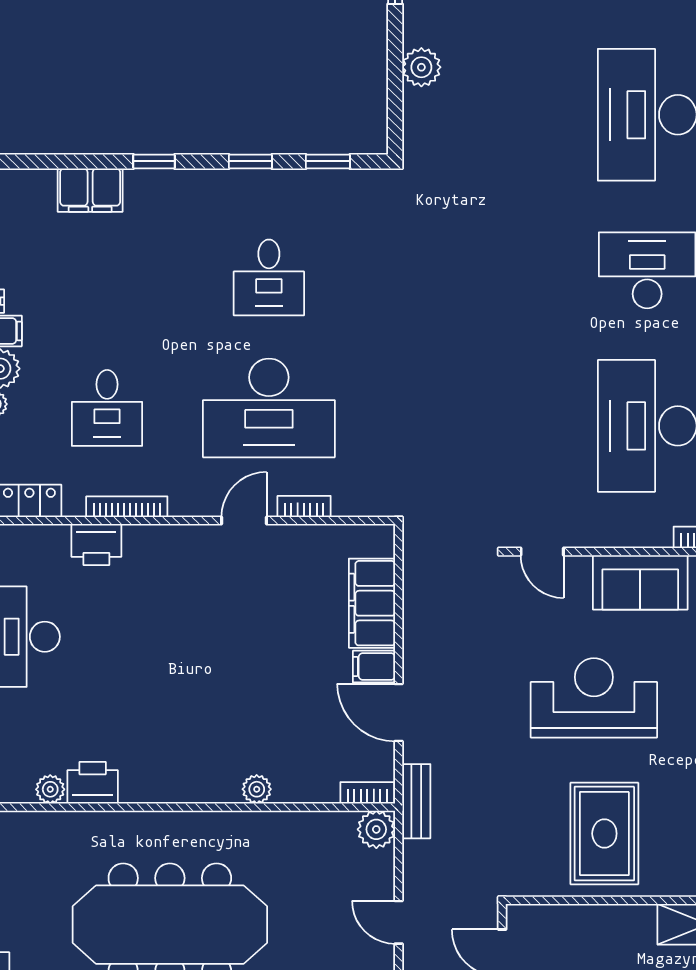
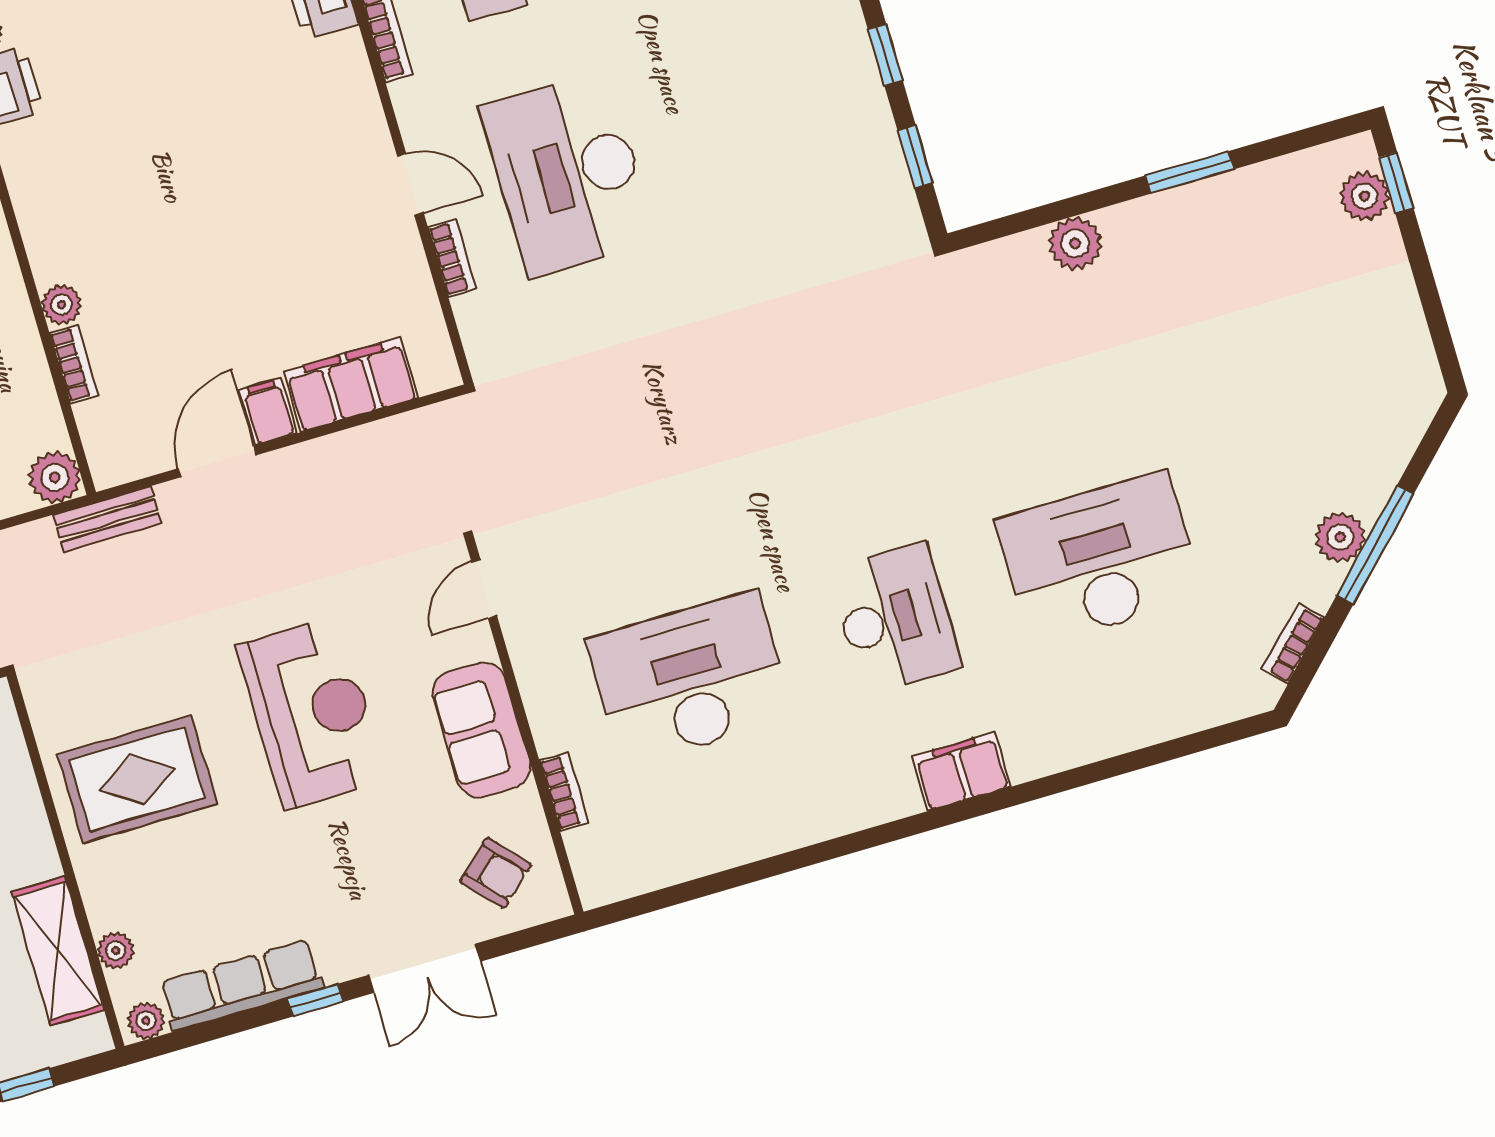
desk: (269, 277) -> (740, 124), removed
bookcase: (367, 793) -> (74, 364), moved

